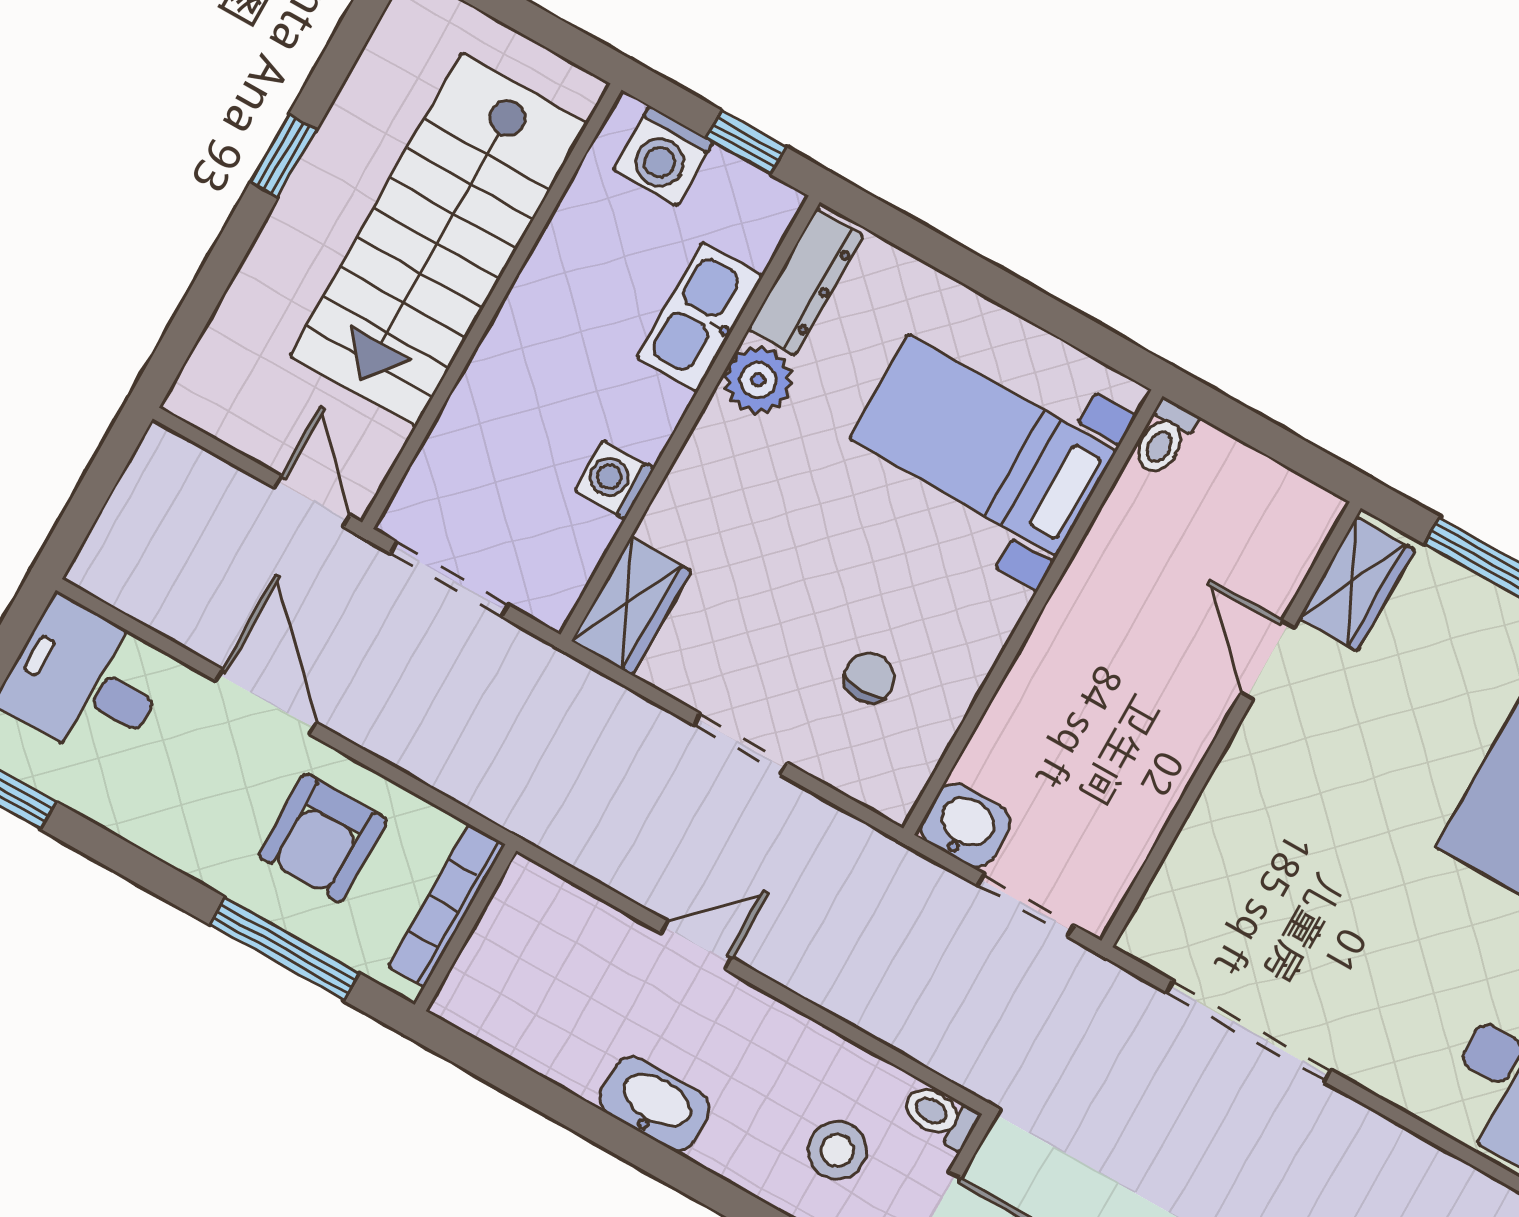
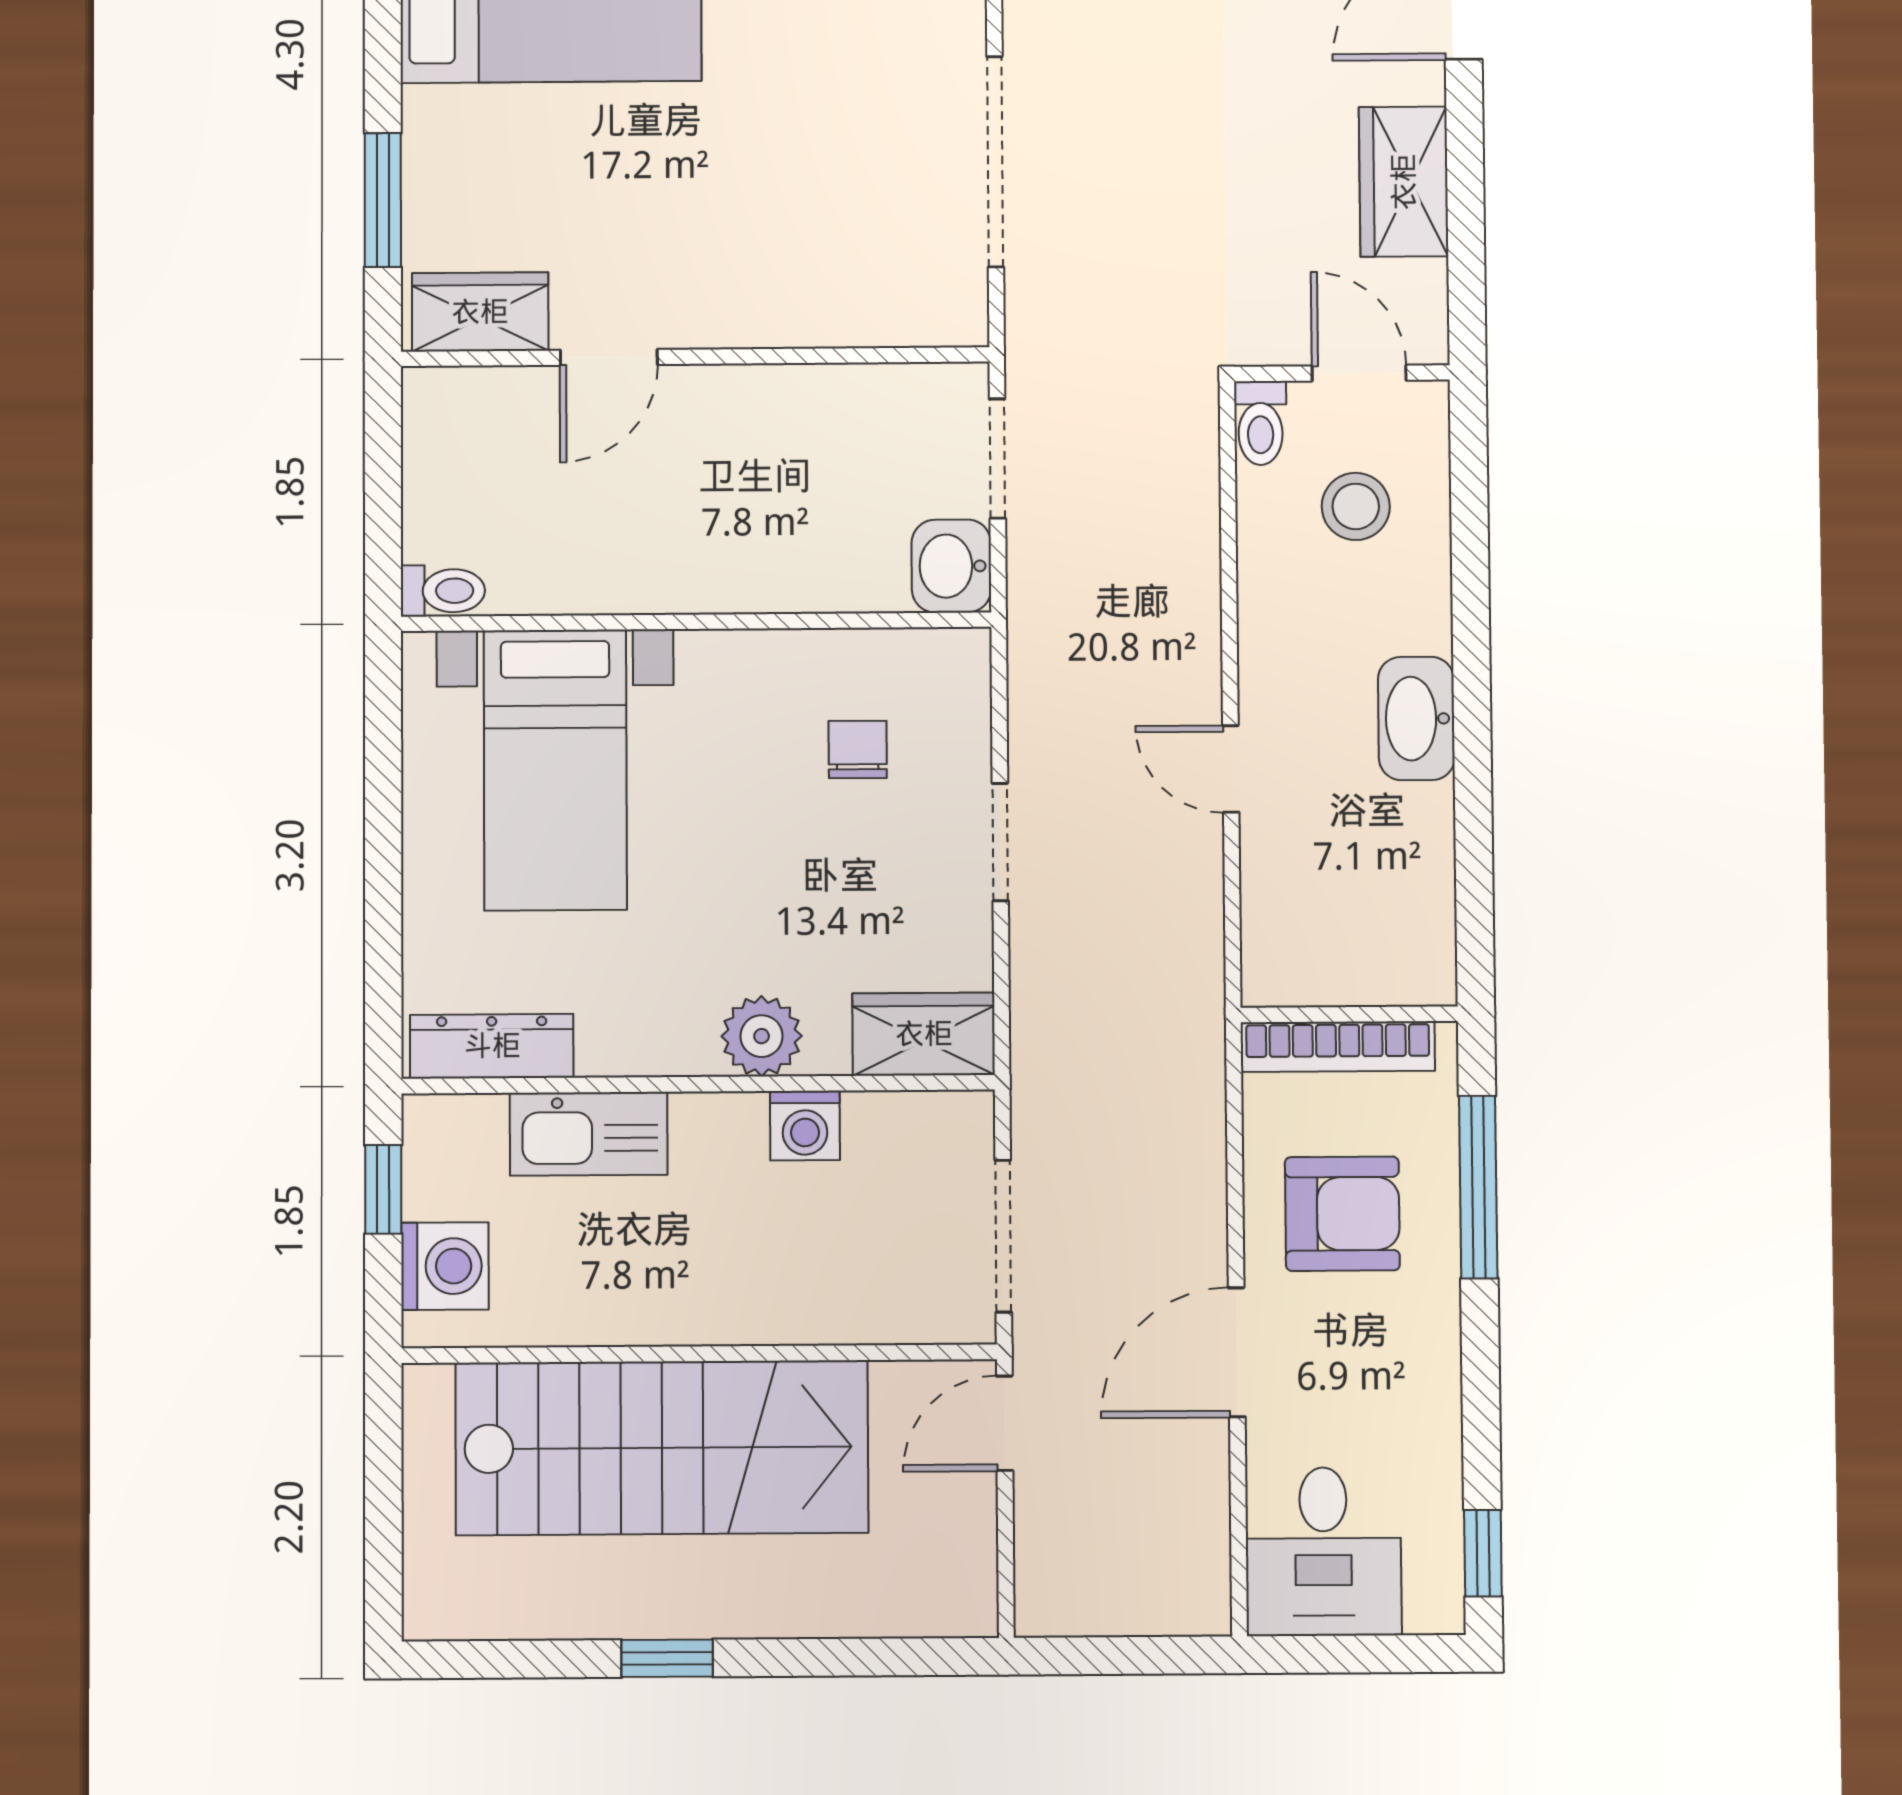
plant: (758, 380) -> (762, 1036), moved
chair: (869, 678) -> (858, 749), turned 90

